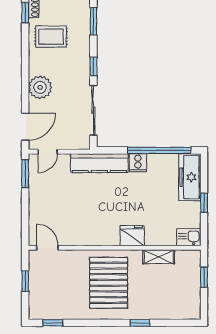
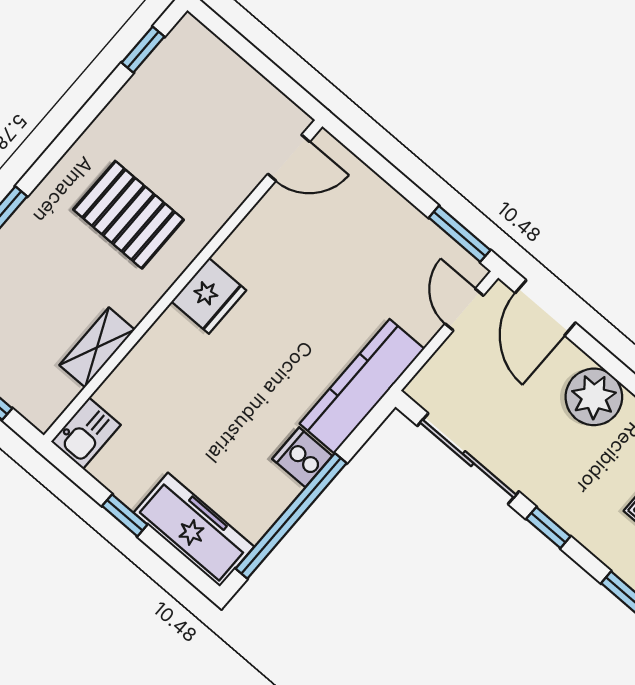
fridge: (132, 236) -> (209, 296), moved
window: (25, 281) -> (263, 65), removed
pallet: (109, 283) -> (129, 215), width x0.73, depth x0.71

